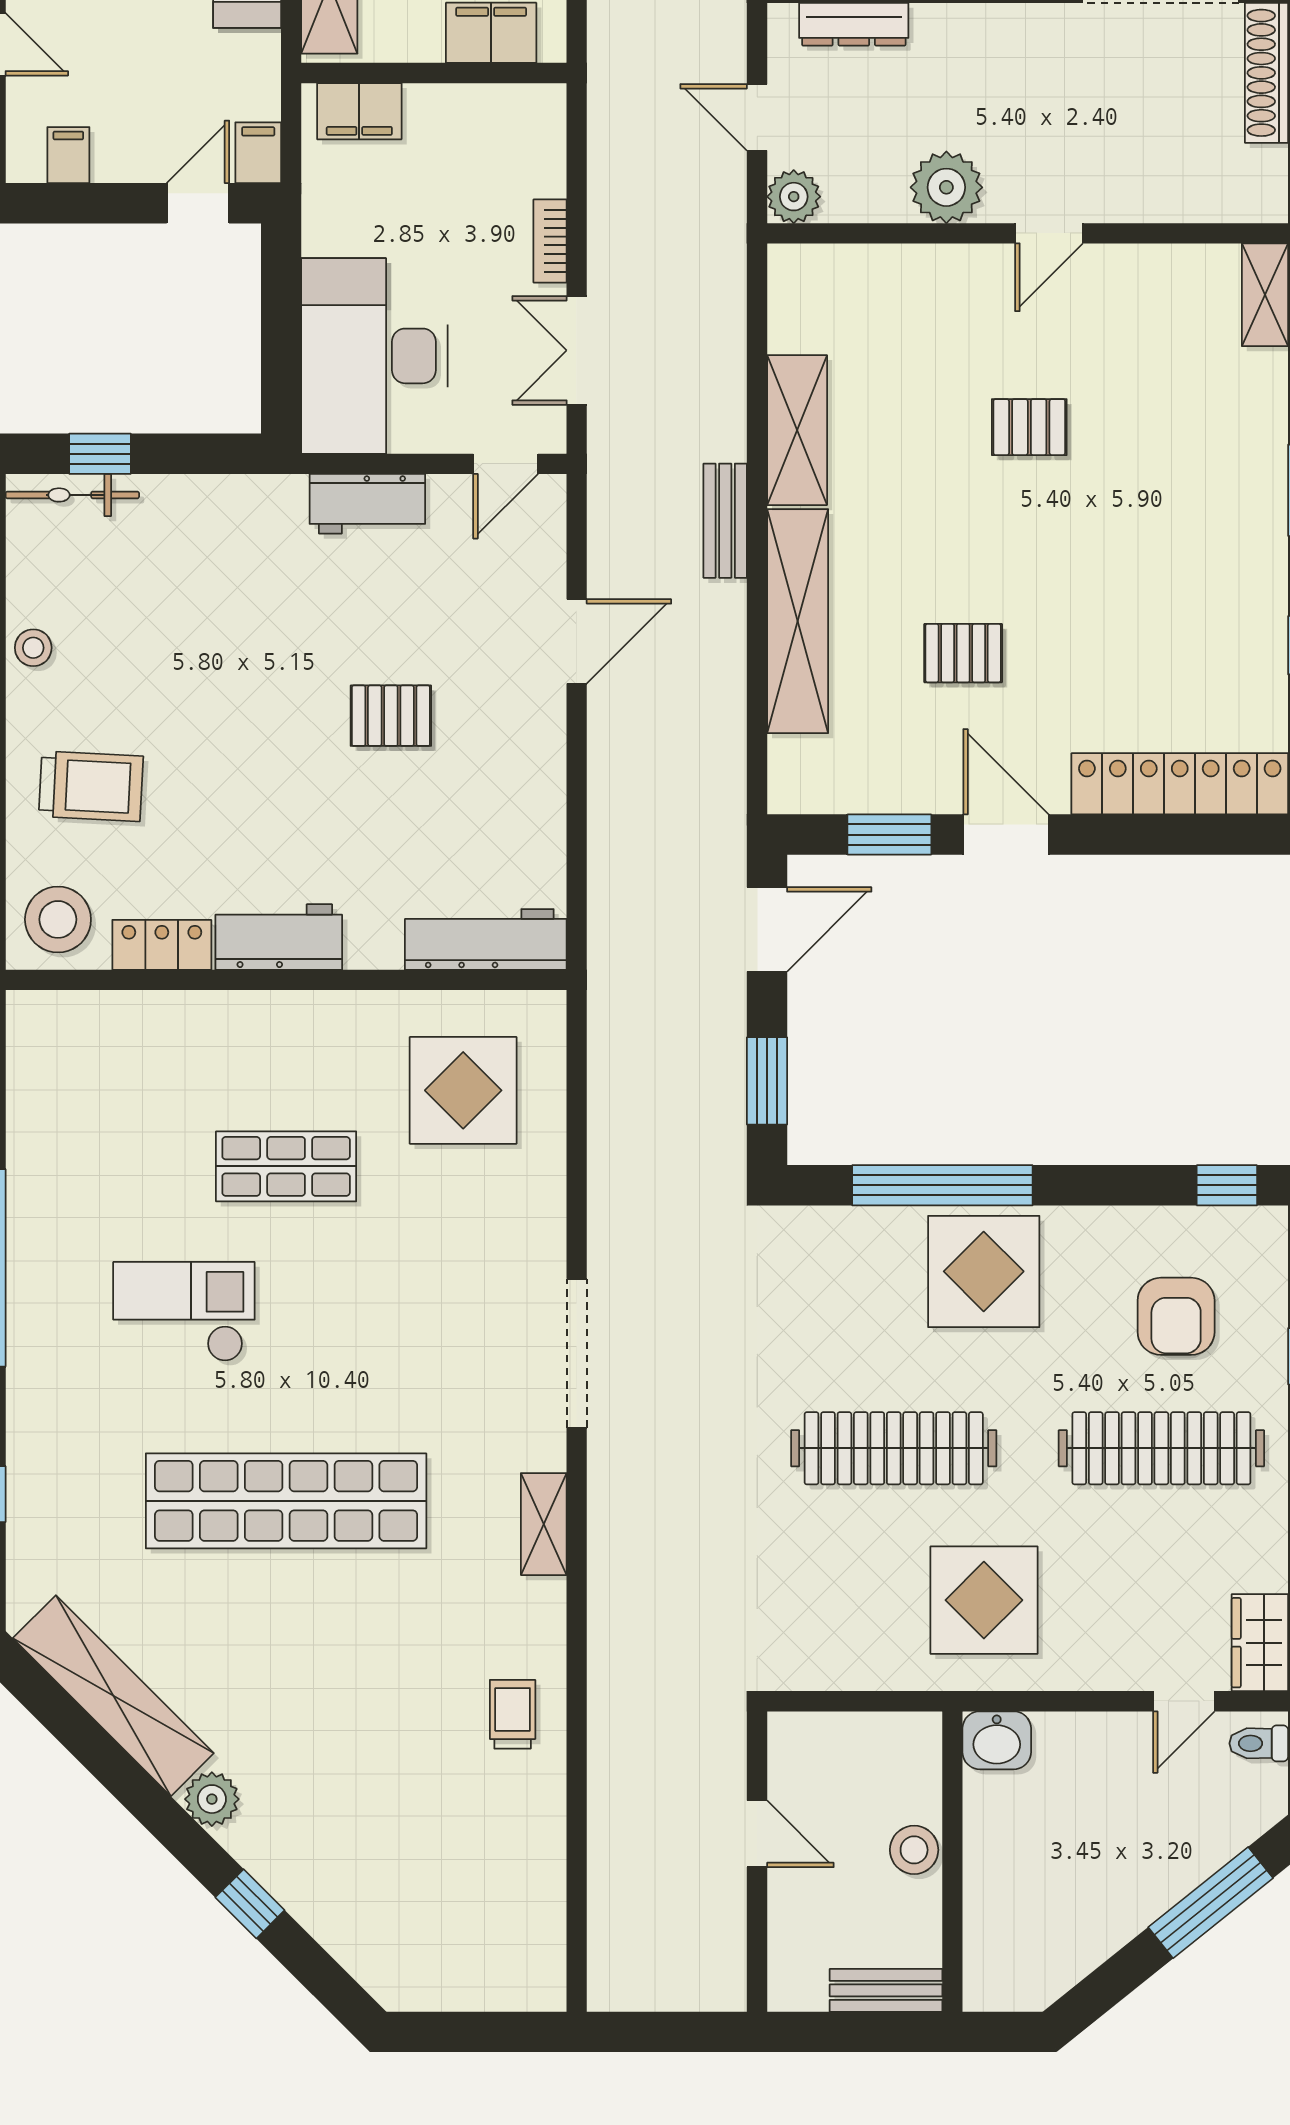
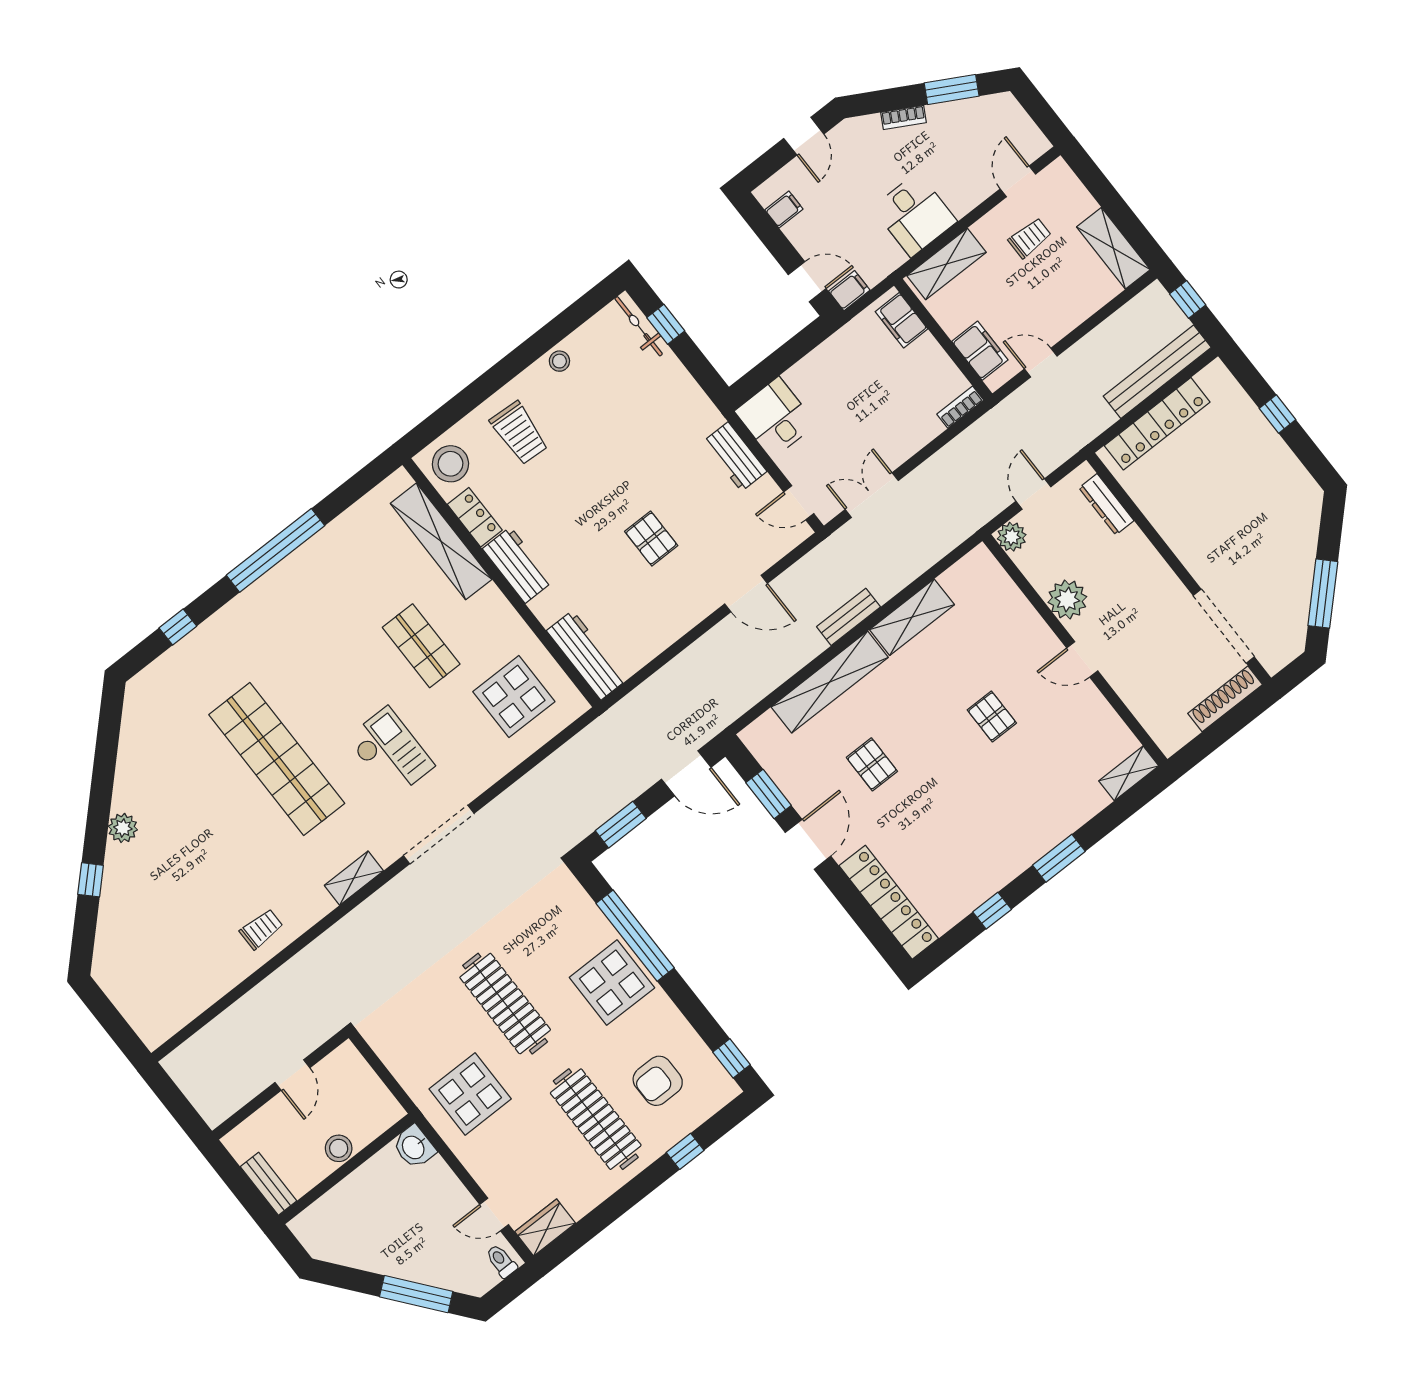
bookcase: (550, 241) -> (960, 407), moved
desk: (374, 356) -> (775, 418), width x0.53, depth x0.77
checkout: (184, 1312) -> (391, 752), moved
shelving: (113, 1696) -> (441, 541), moved, turned -45

